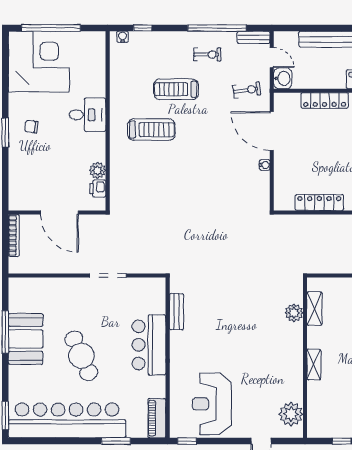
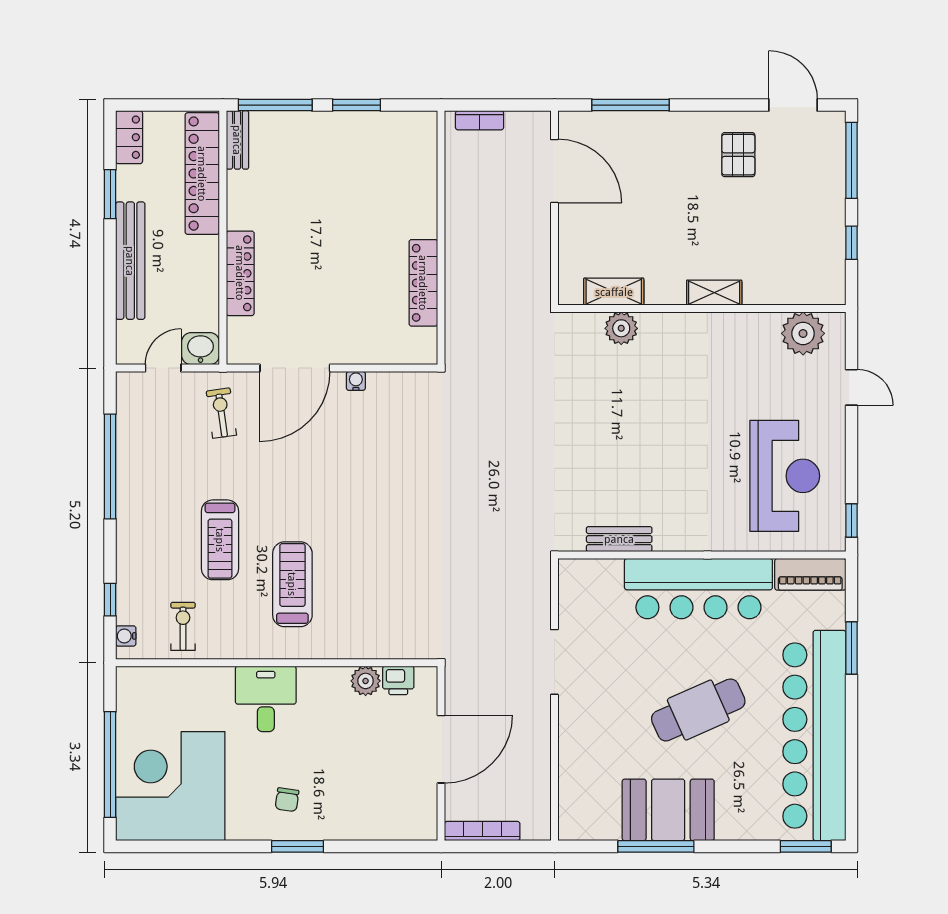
bench: (254, 37) -> (127, 401), removed
exercise bike: (207, 54) -> (183, 626), moved
bar counter: (149, 345) -> (698, 589), width x1.36
reception desk: (212, 404) -> (785, 476), turned -90

